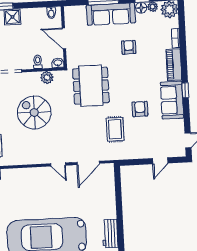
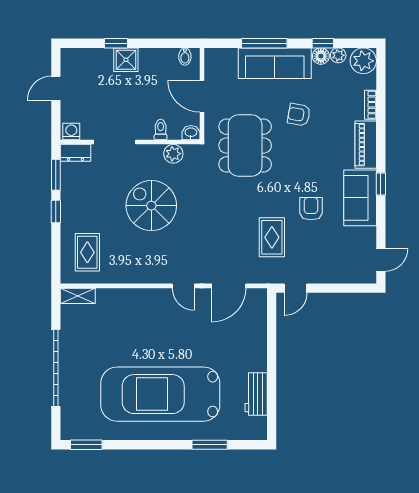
armchair: (129, 47) -> (299, 115), turned -80
dining table: (91, 86) -> (245, 145), moved
door: (160, 161) -> (296, 288), moved

